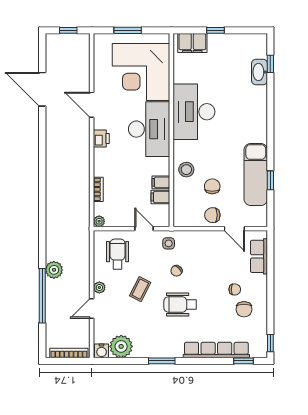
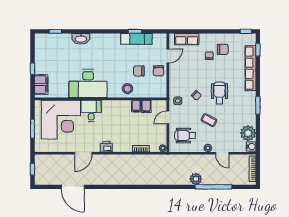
washbasin: (260, 72) -> (81, 39), moved
door: (42, 89) -> (73, 187), hinge flipped
desk: (149, 129) -> (91, 111), width x0.53, depth x0.77
exam couch: (256, 174) -> (136, 39), width x0.73, depth x0.69
wheelchair: (180, 304) -> (219, 93), turned 180

